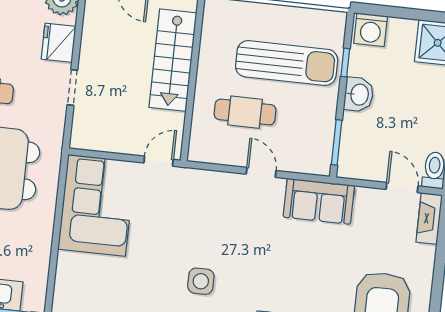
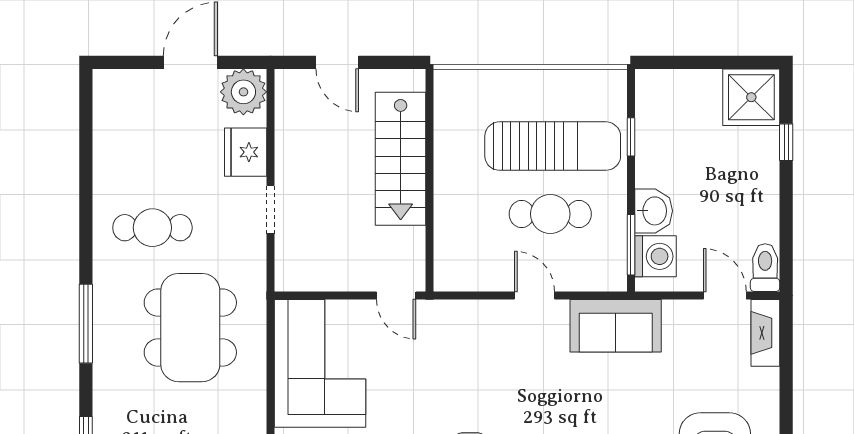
washing machine: (371, 30) -> (655, 256), moved, turned -90
washbasin: (359, 94) -> (654, 211), moved
cafe table: (245, 112) -> (550, 214), moved
door: (159, 161) -> (396, 296), swing flipped

